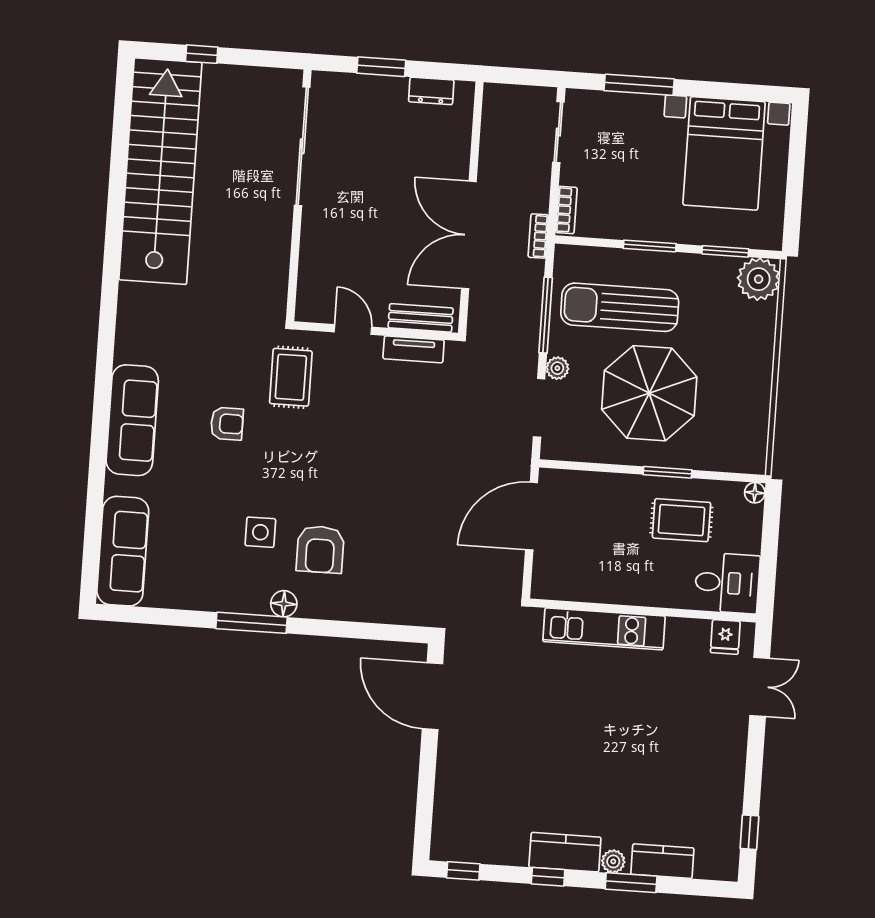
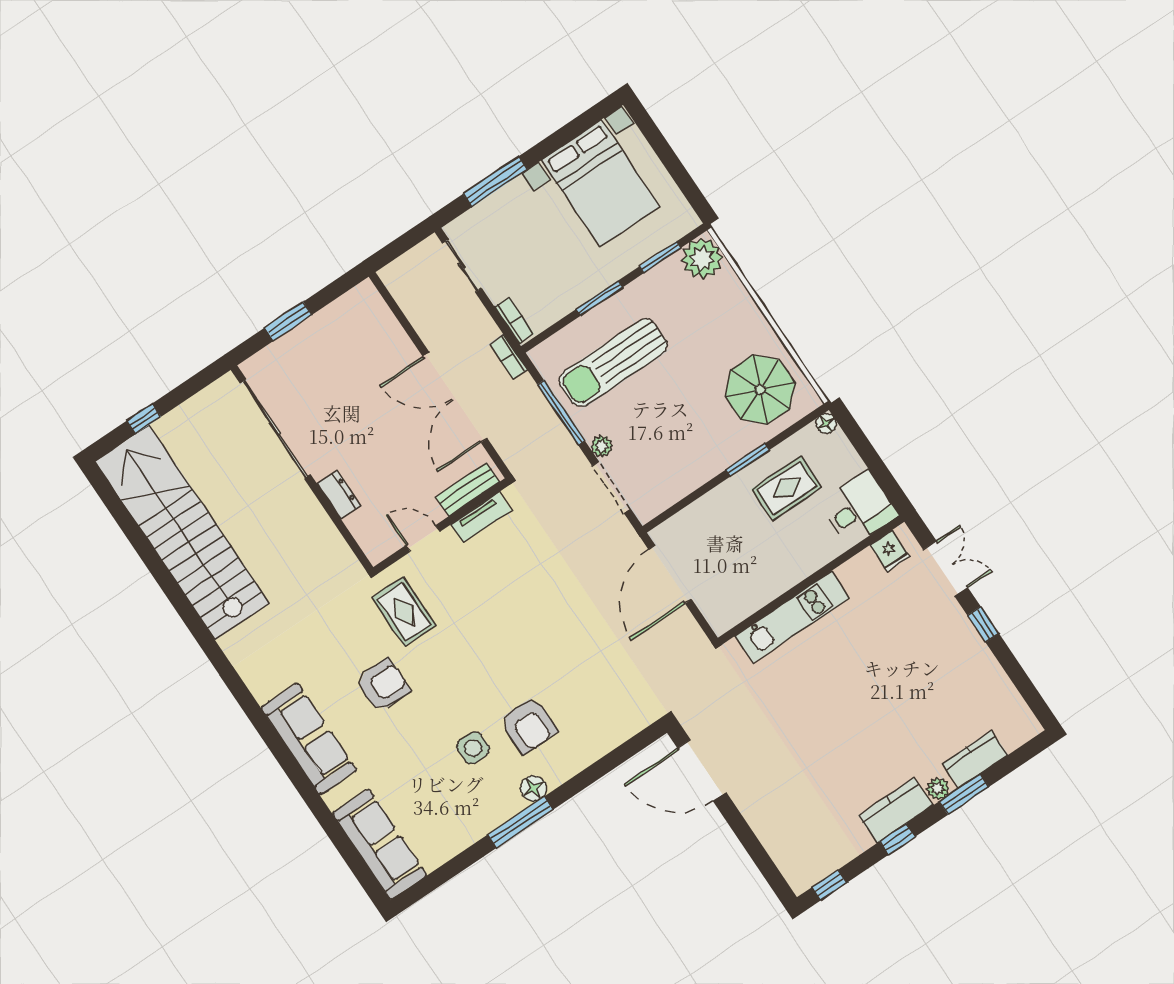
dresser: (431, 91) -> (339, 495), moved, turned -90
parasol: (649, 393) -> (760, 390), moved, width x0.73, depth x0.73
armchair: (227, 424) -> (383, 685), width x1.38, depth x1.38
window: (749, 832) -> (983, 624), moved

